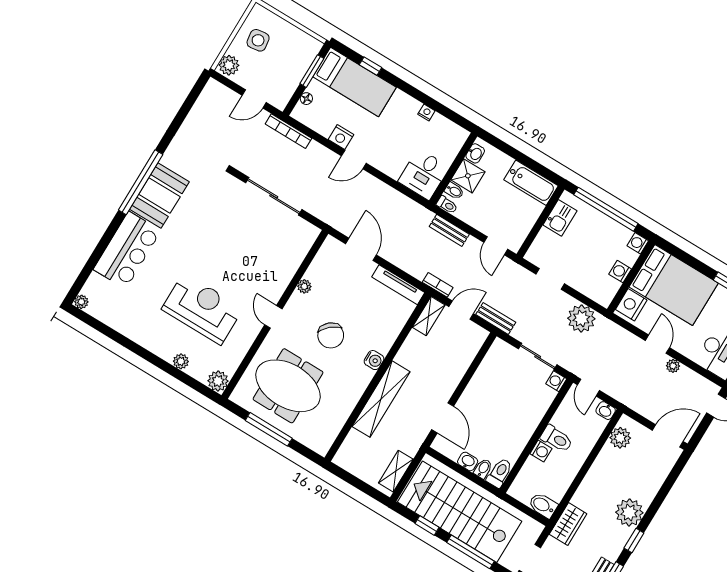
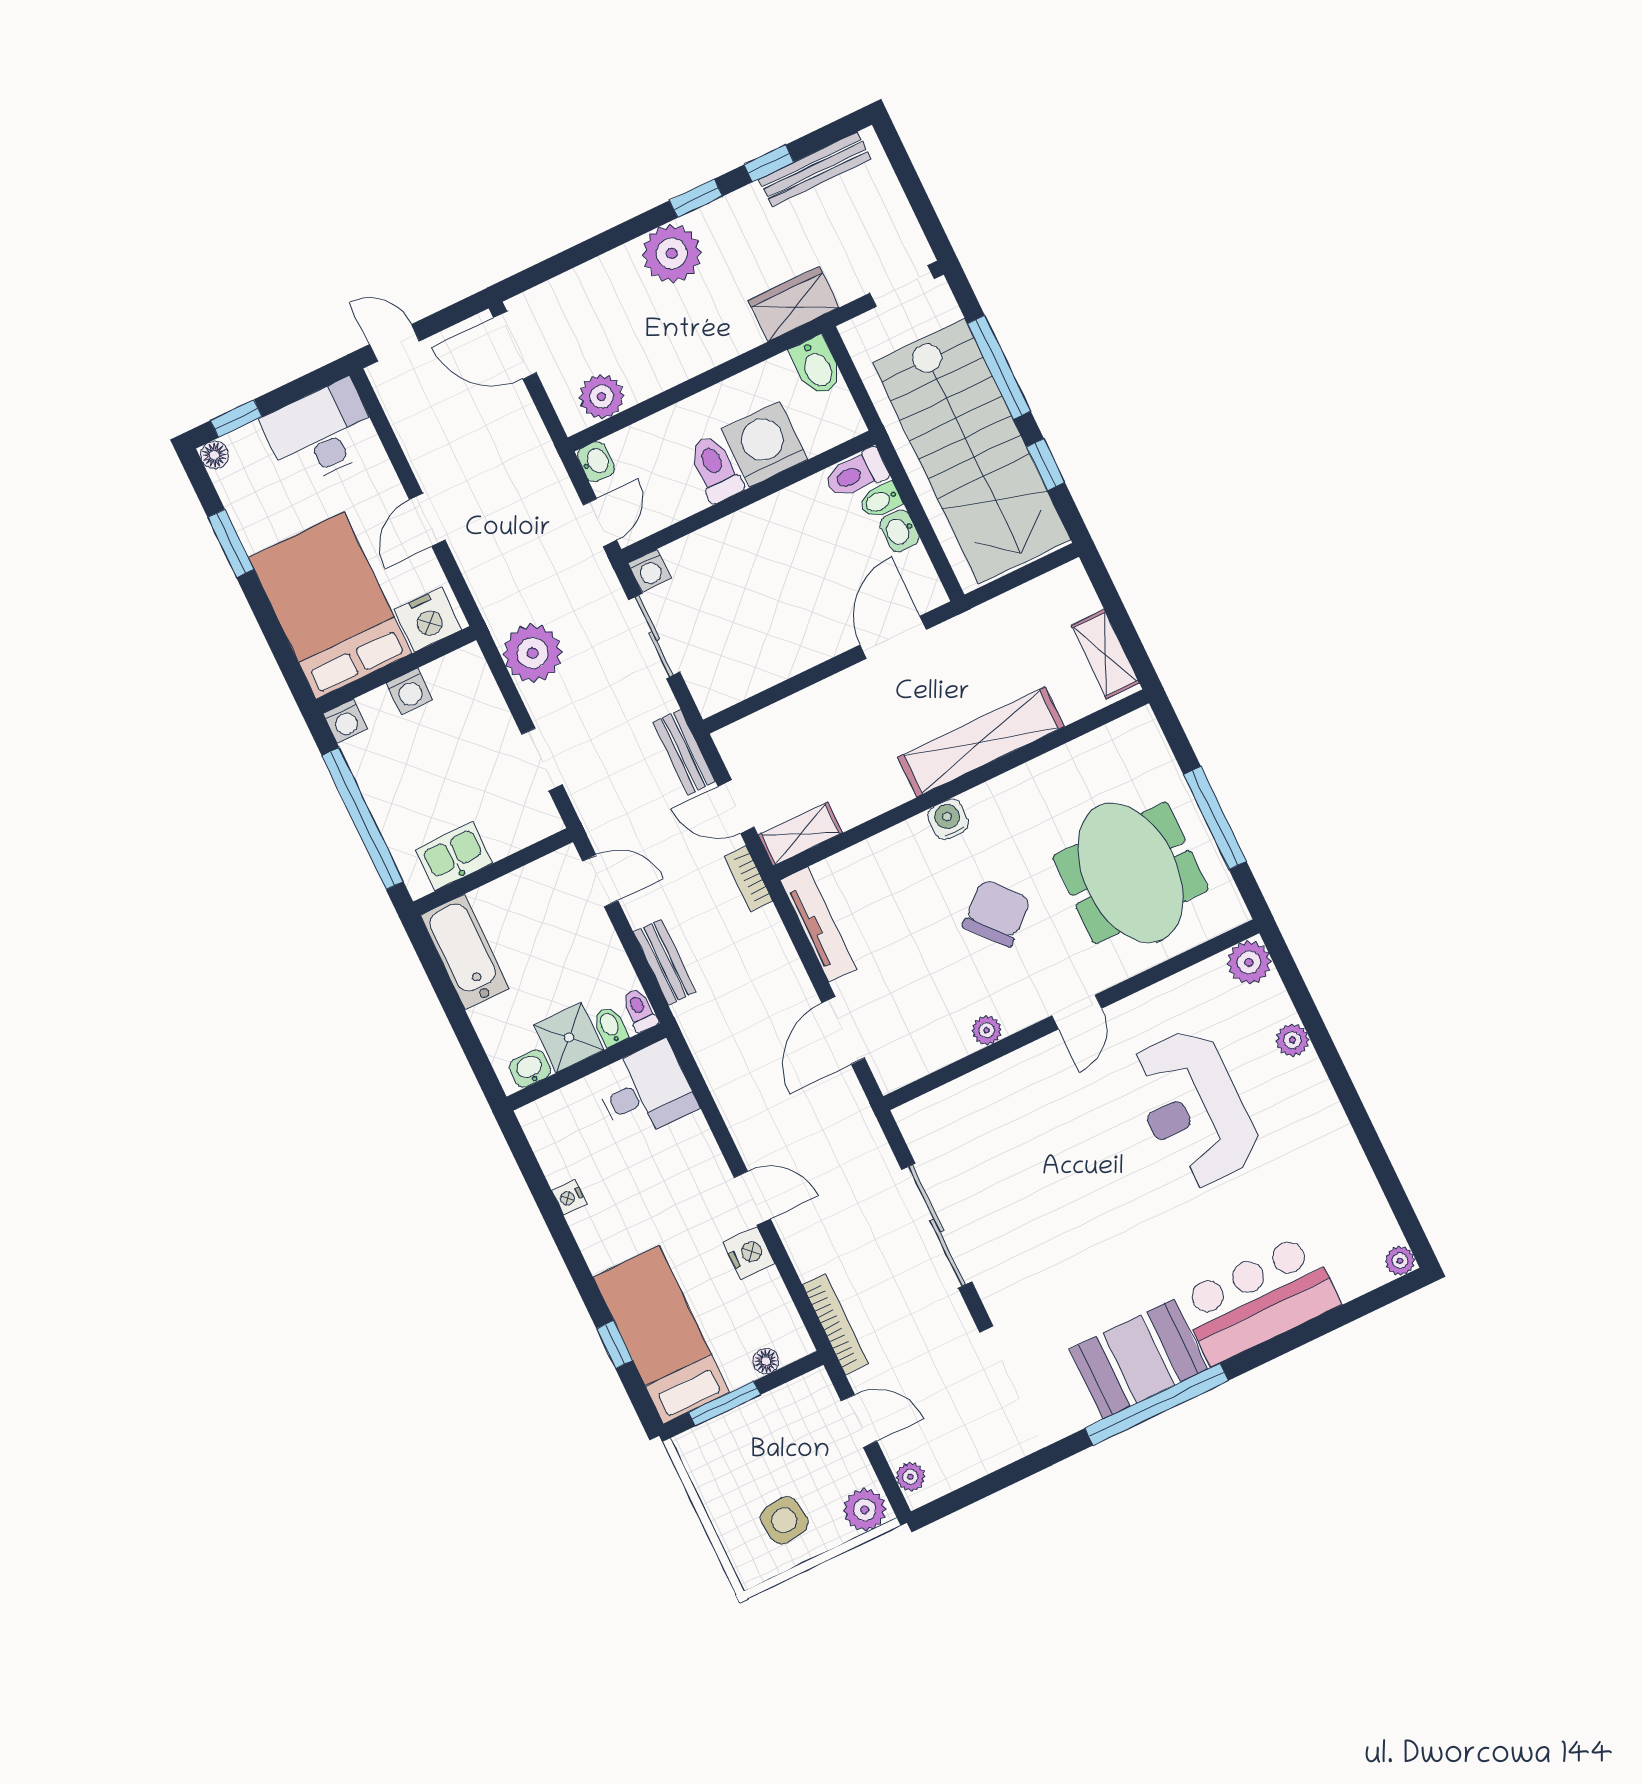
door: (496, 246) -> (600, 881), hinge flipped
plant: (673, 366) -> (910, 1477), moved
washing machine: (541, 451) -> (765, 444), width x1.89, depth x1.89
shelving: (396, 471) -> (1105, 654), moved, turned 90

